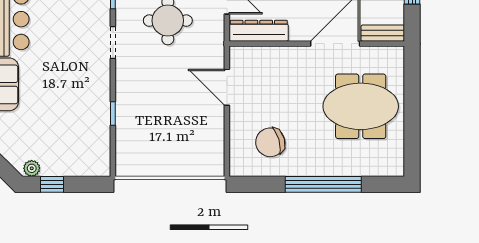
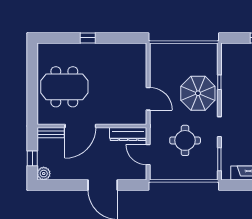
parasol: (147, 96) -> (198, 93), added
chair: (270, 142) -> (121, 64), removed
window: (323, 184) -> (88, 38), width x0.32

